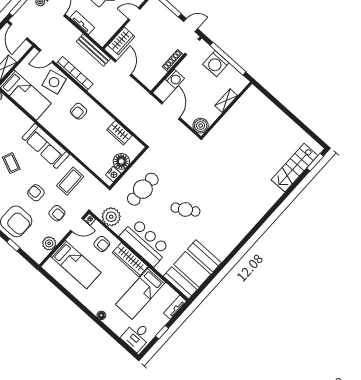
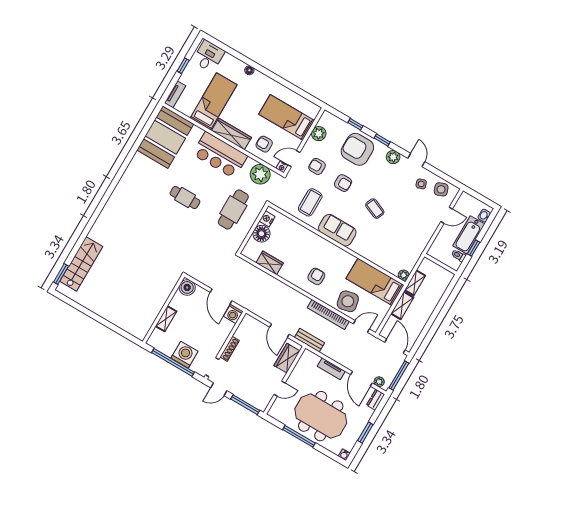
bench: (93, 50) -> (309, 340), width x0.73
washing machine: (175, 79) -> (233, 314), moved, turned -90
sofa: (46, 146) -> (337, 230), width x0.73
cafe table: (185, 210) -> (185, 198), turned 31

